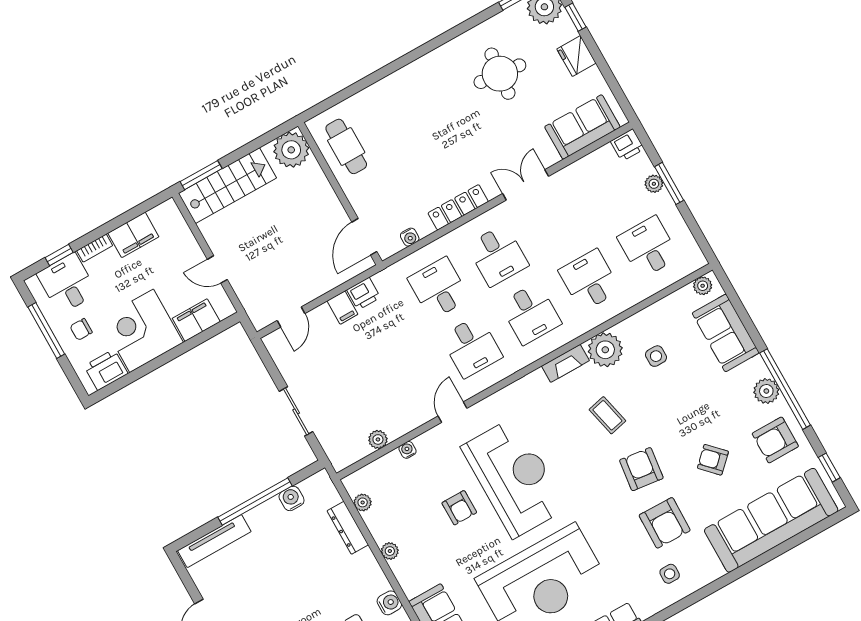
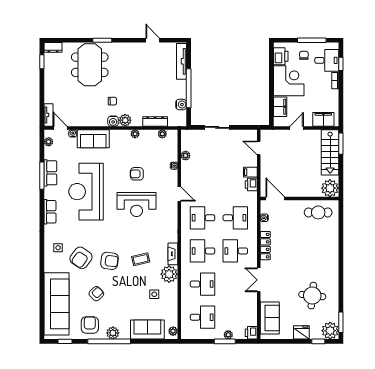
double door: (526, 185) -> (259, 280), swing flipped
filing cabinet: (133, 235) -> (323, 119), moved, turned 90
reception desk: (514, 478) -> (137, 205), width x0.74, depth x0.77
armchair: (665, 523) -> (81, 258), turned -55
plant: (376, 582) -> (125, 120), added

